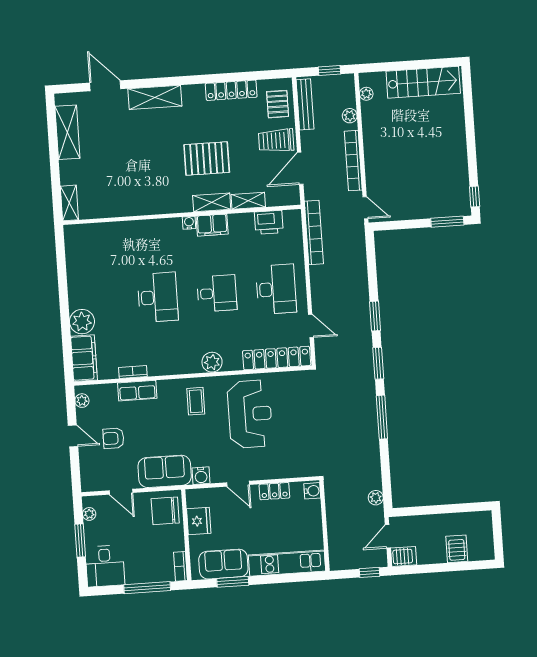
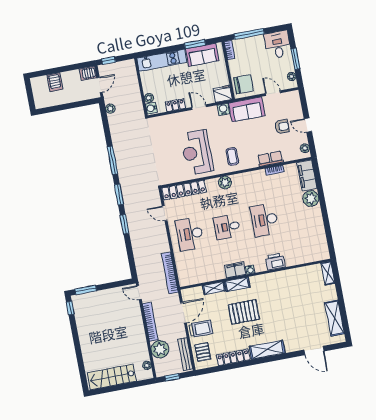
shelving: (155, 97) -> (267, 350), moved
plant: (350, 116) -> (160, 349), width x1.87, depth x1.87
printer: (269, 222) -> (275, 262), moved
plant: (314, 507) -> (149, 98), added
fridge: (199, 521) -> (223, 94), moved, turned 90

